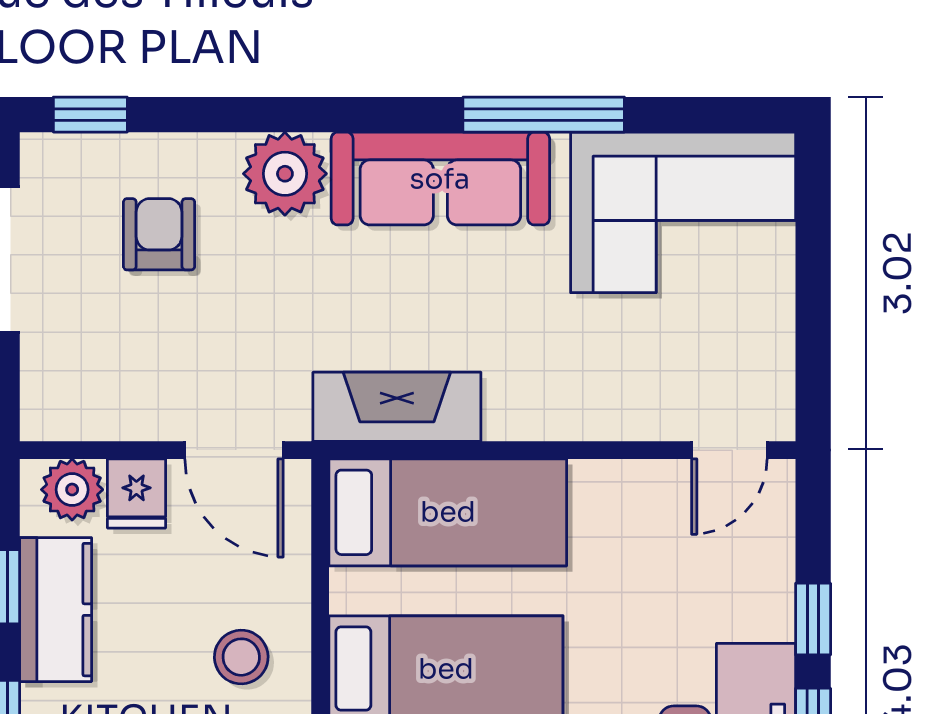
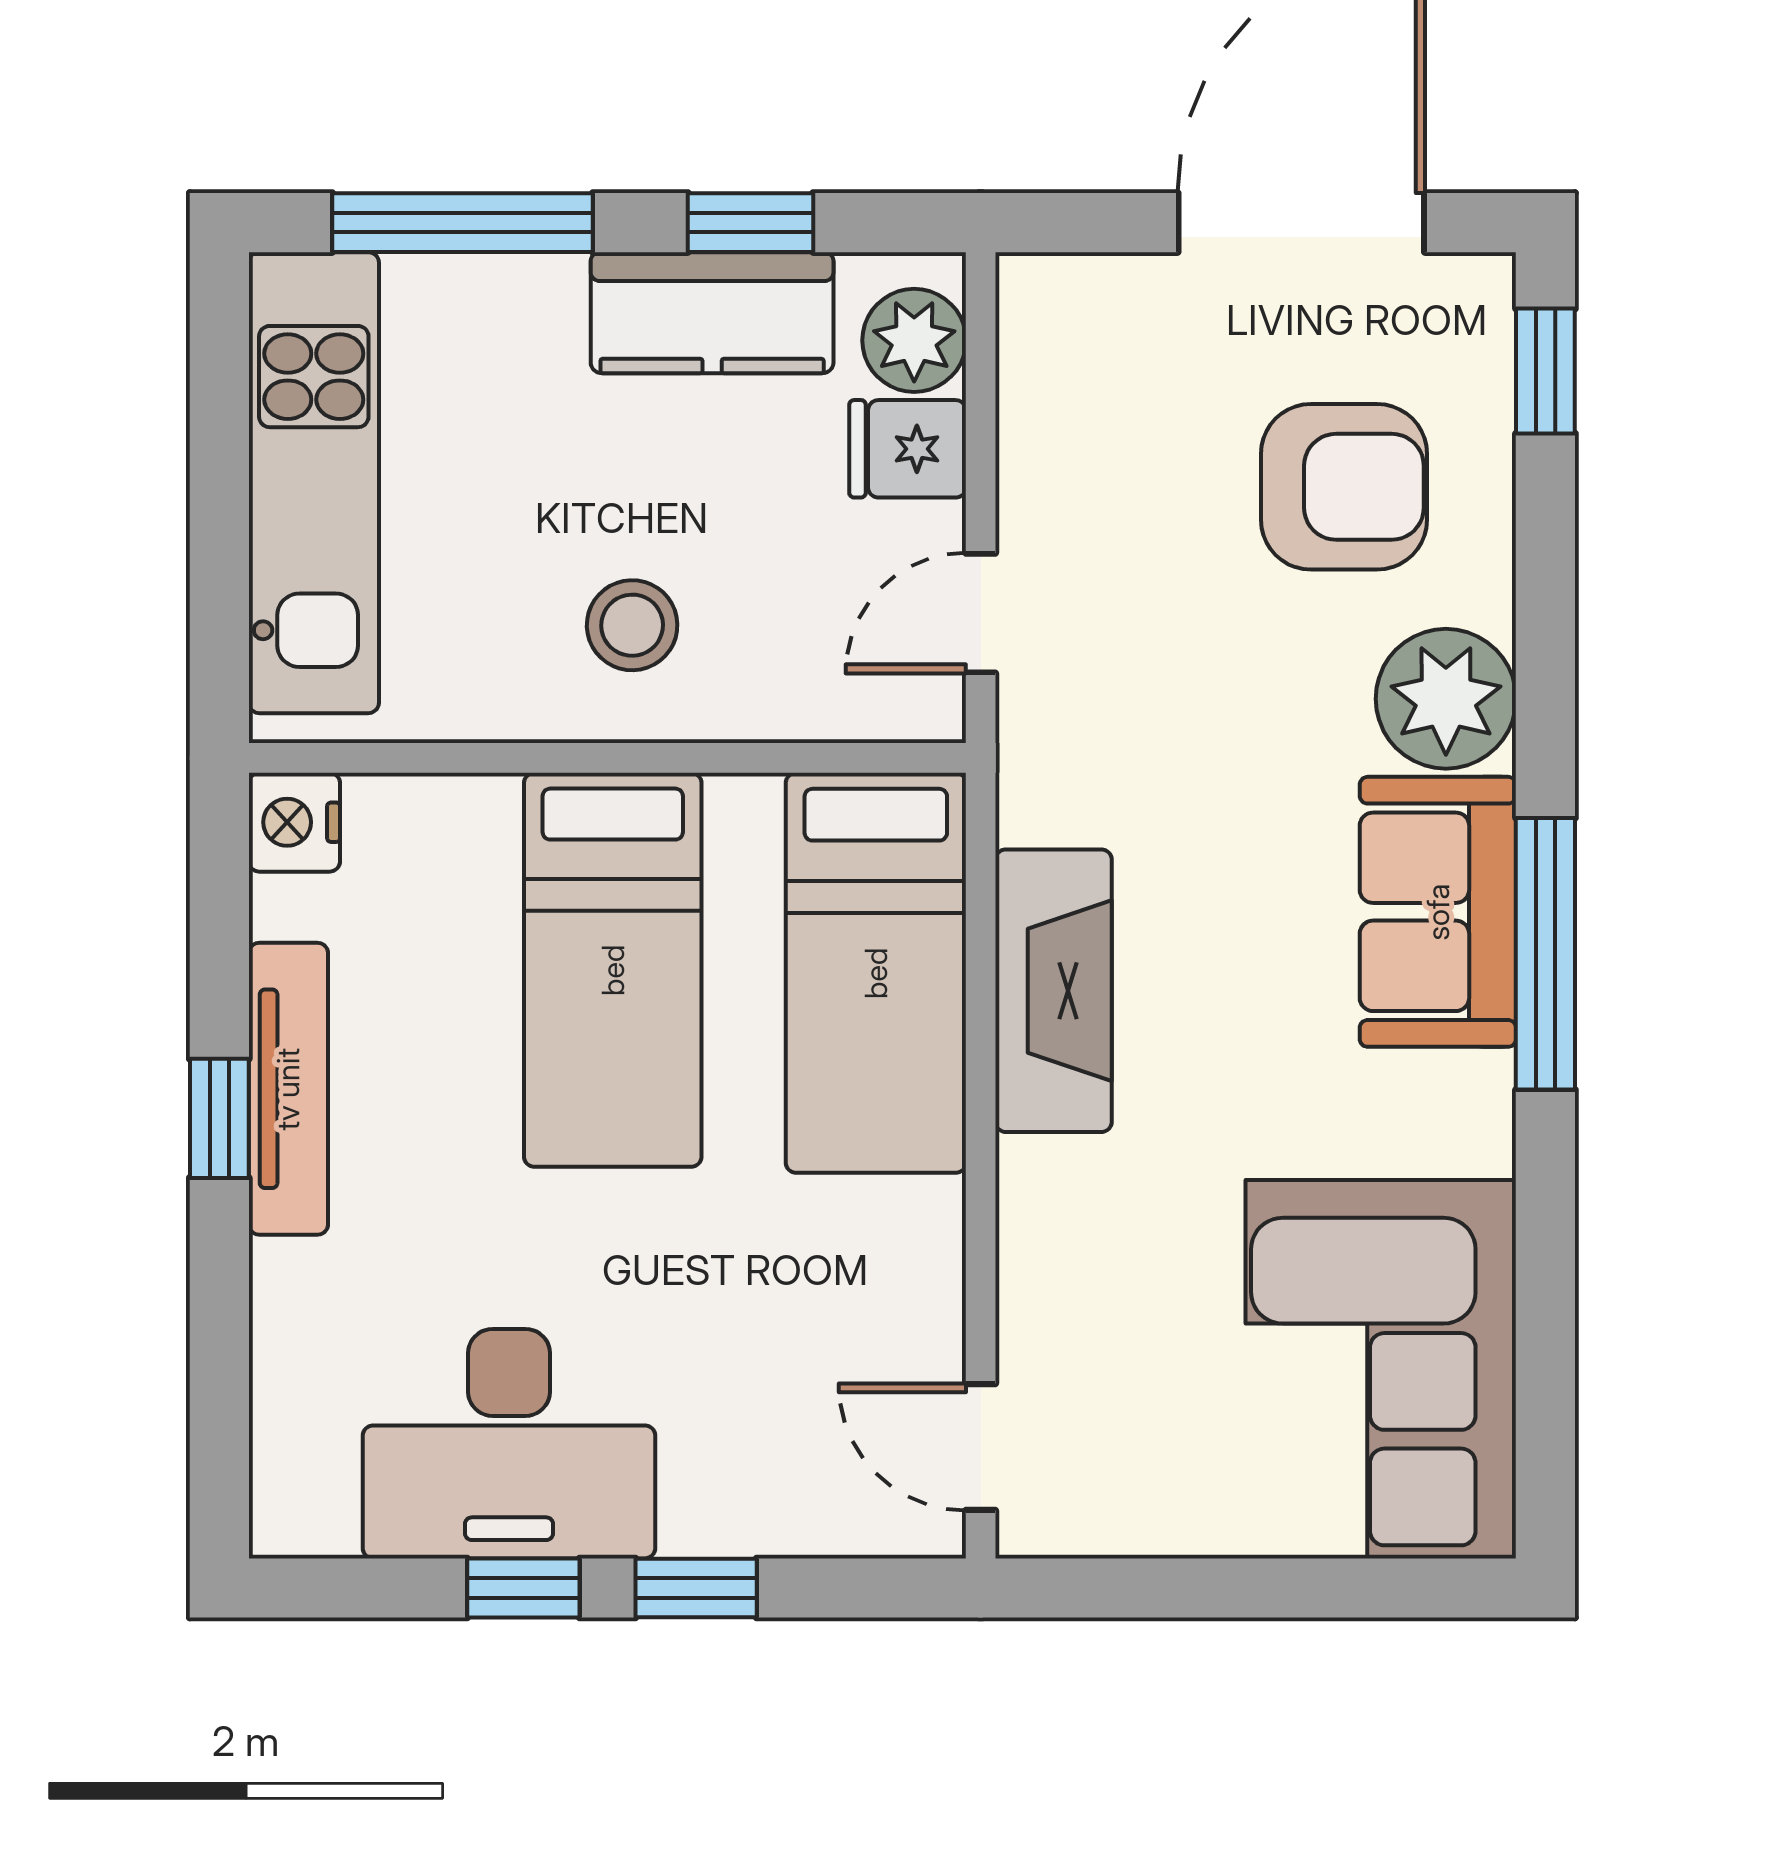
window: (544, 115) -> (1545, 954), moved
sofa: (440, 179) -> (1438, 912), width x0.73
armchair: (159, 234) -> (1344, 487), width x1.38, depth x1.38
fireplace: (397, 407) -> (1054, 991), moved
door: (234, 450) -> (981, 613), width x0.73

